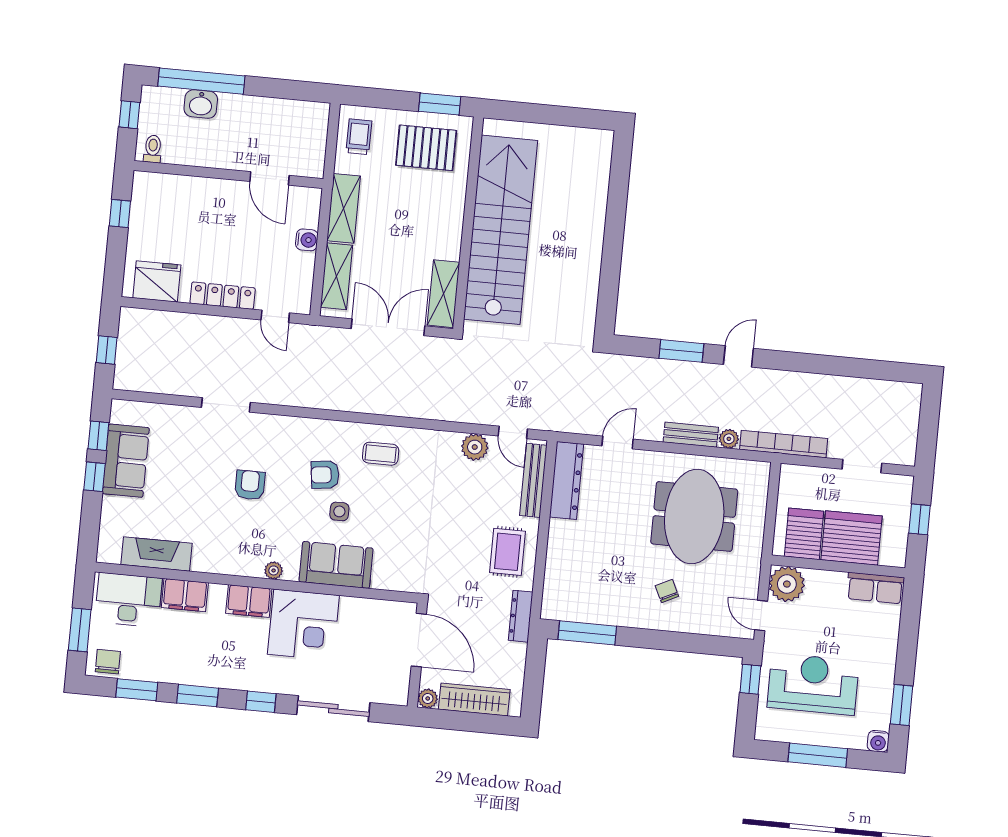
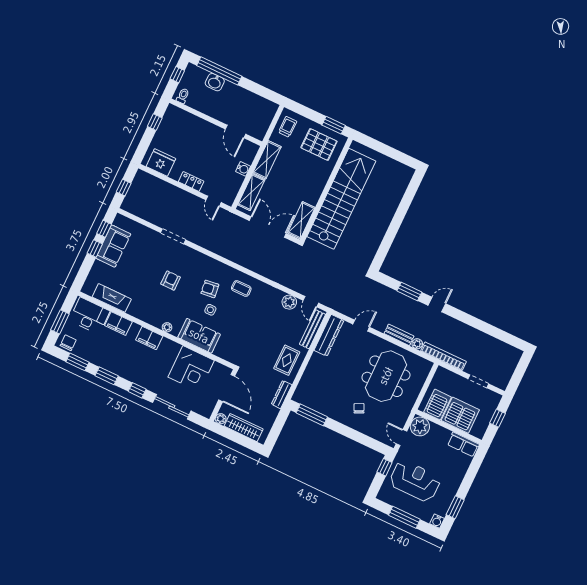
locker: (223, 296) -> (191, 181), width x0.66
corner desk: (303, 625) -> (191, 369), moved

